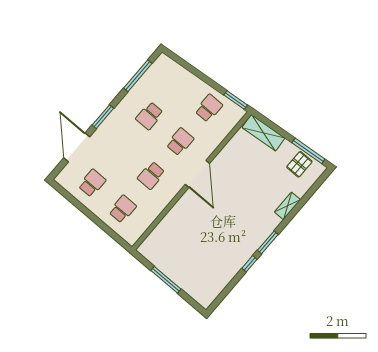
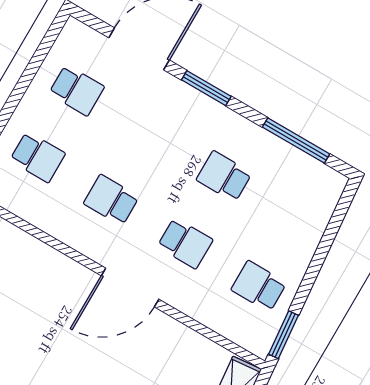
school desk: (209, 108) -> (259, 286), turned 180

